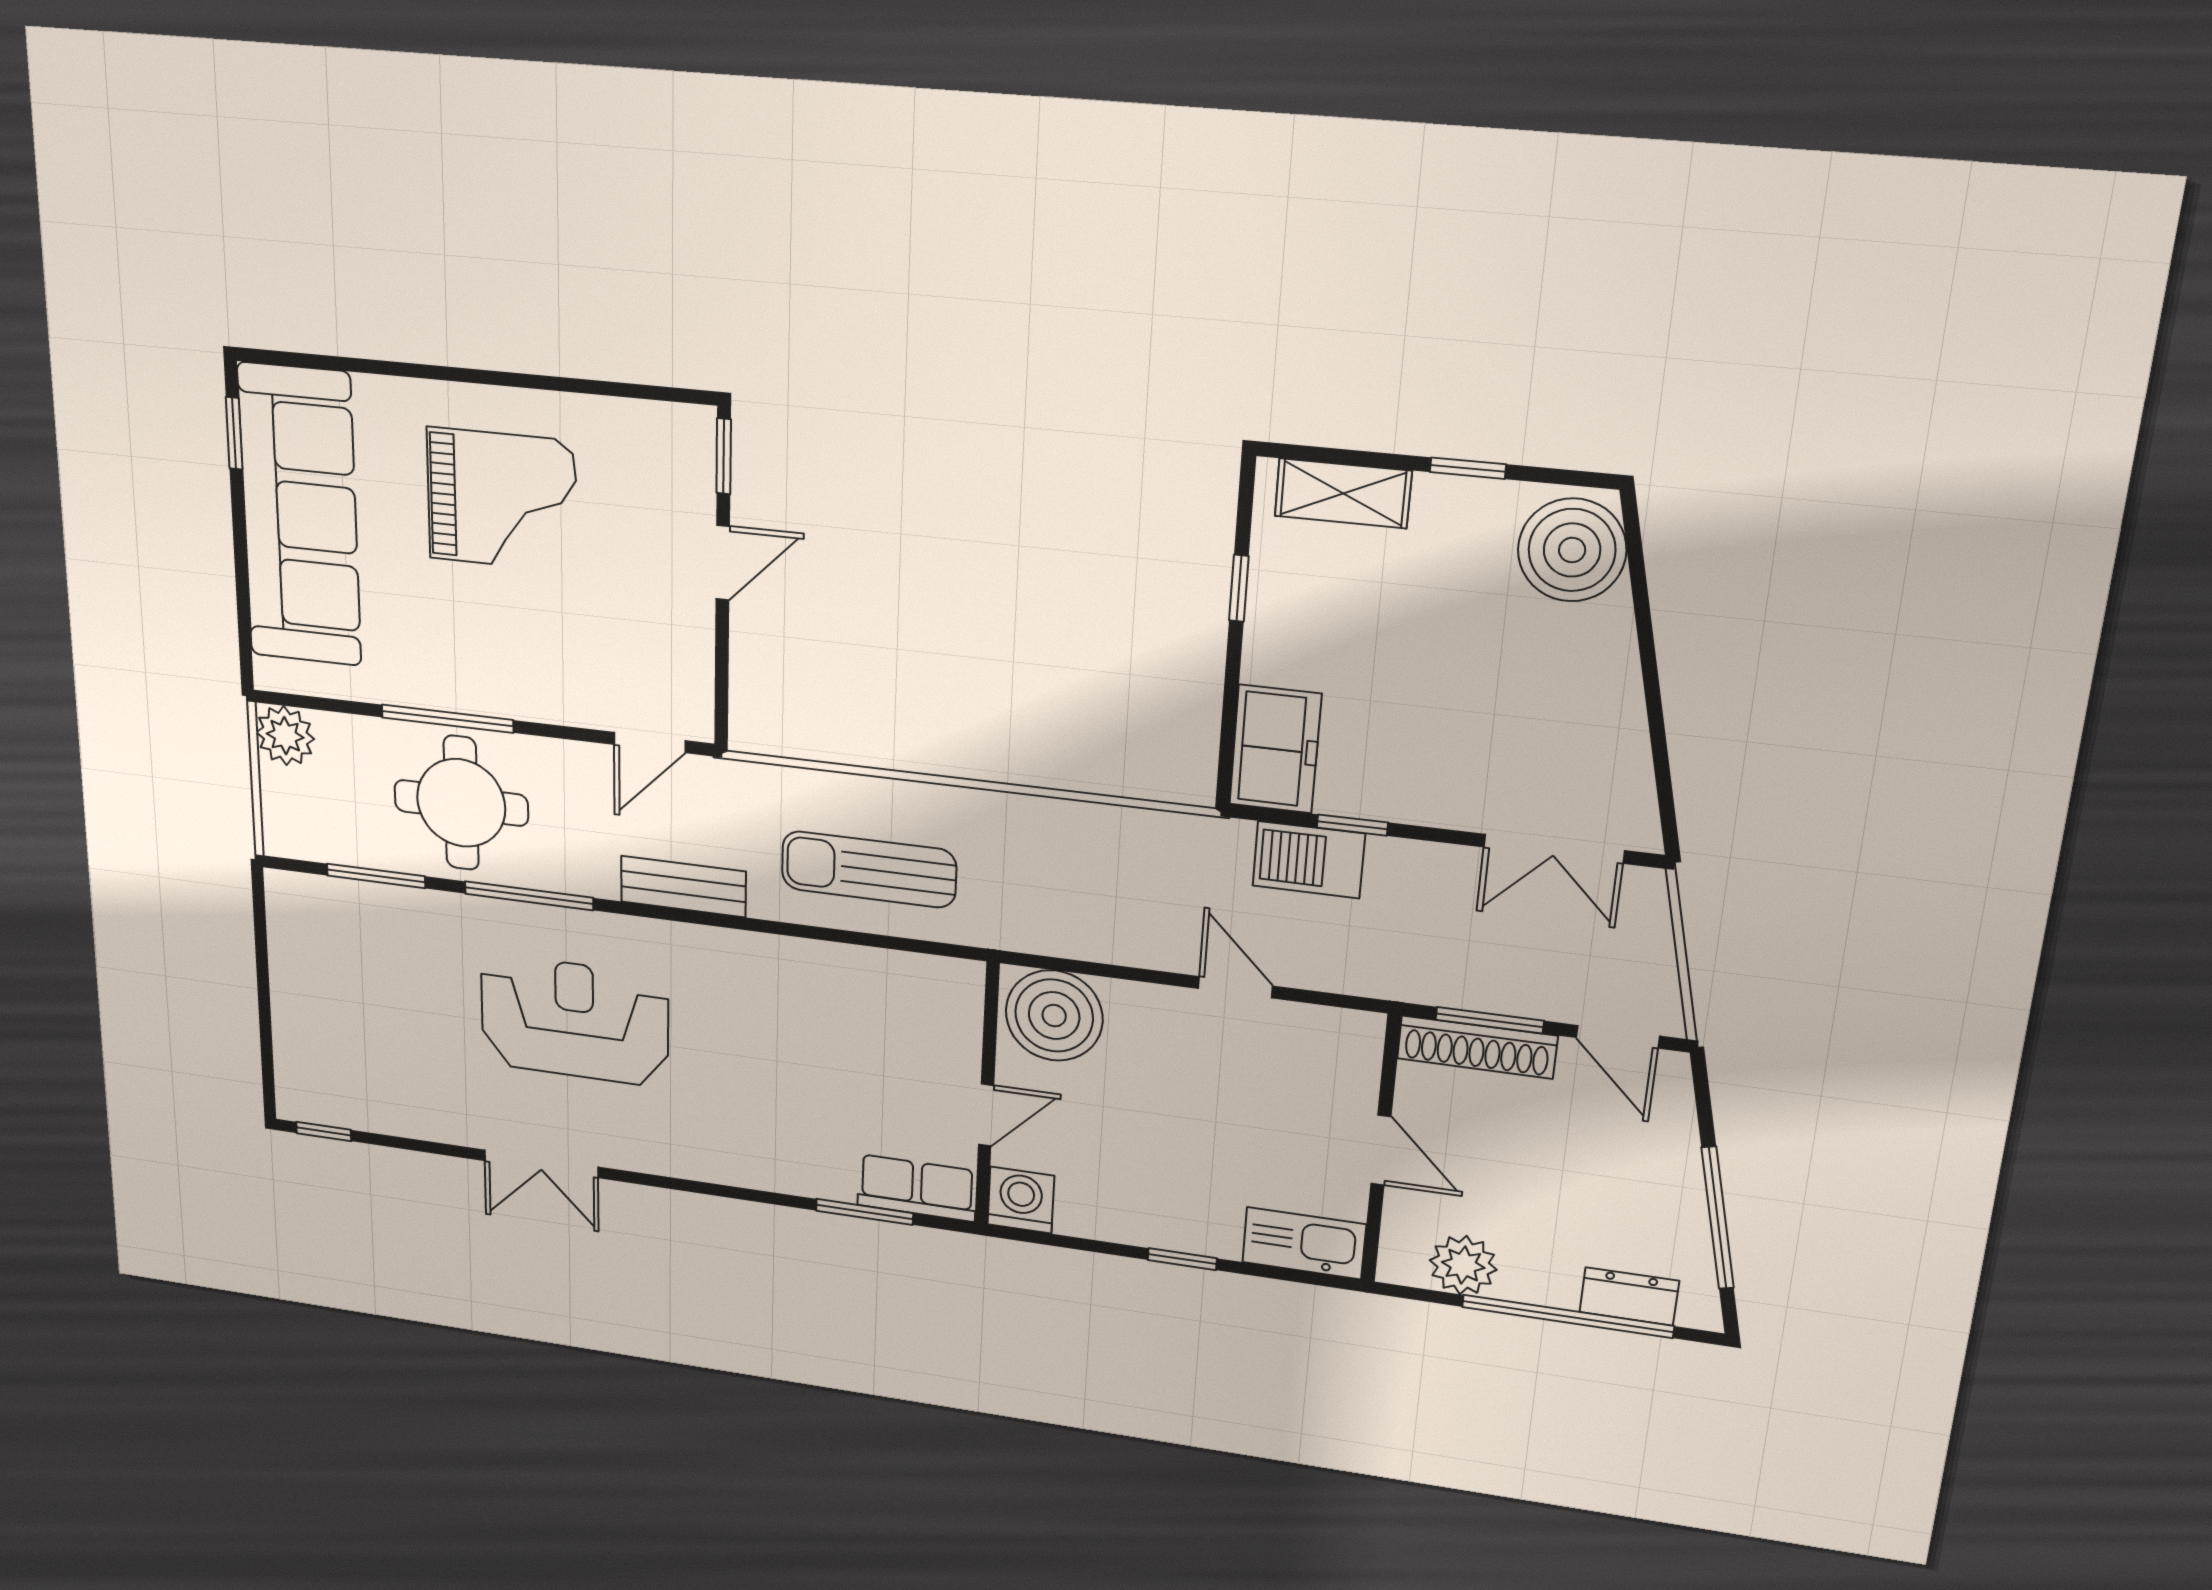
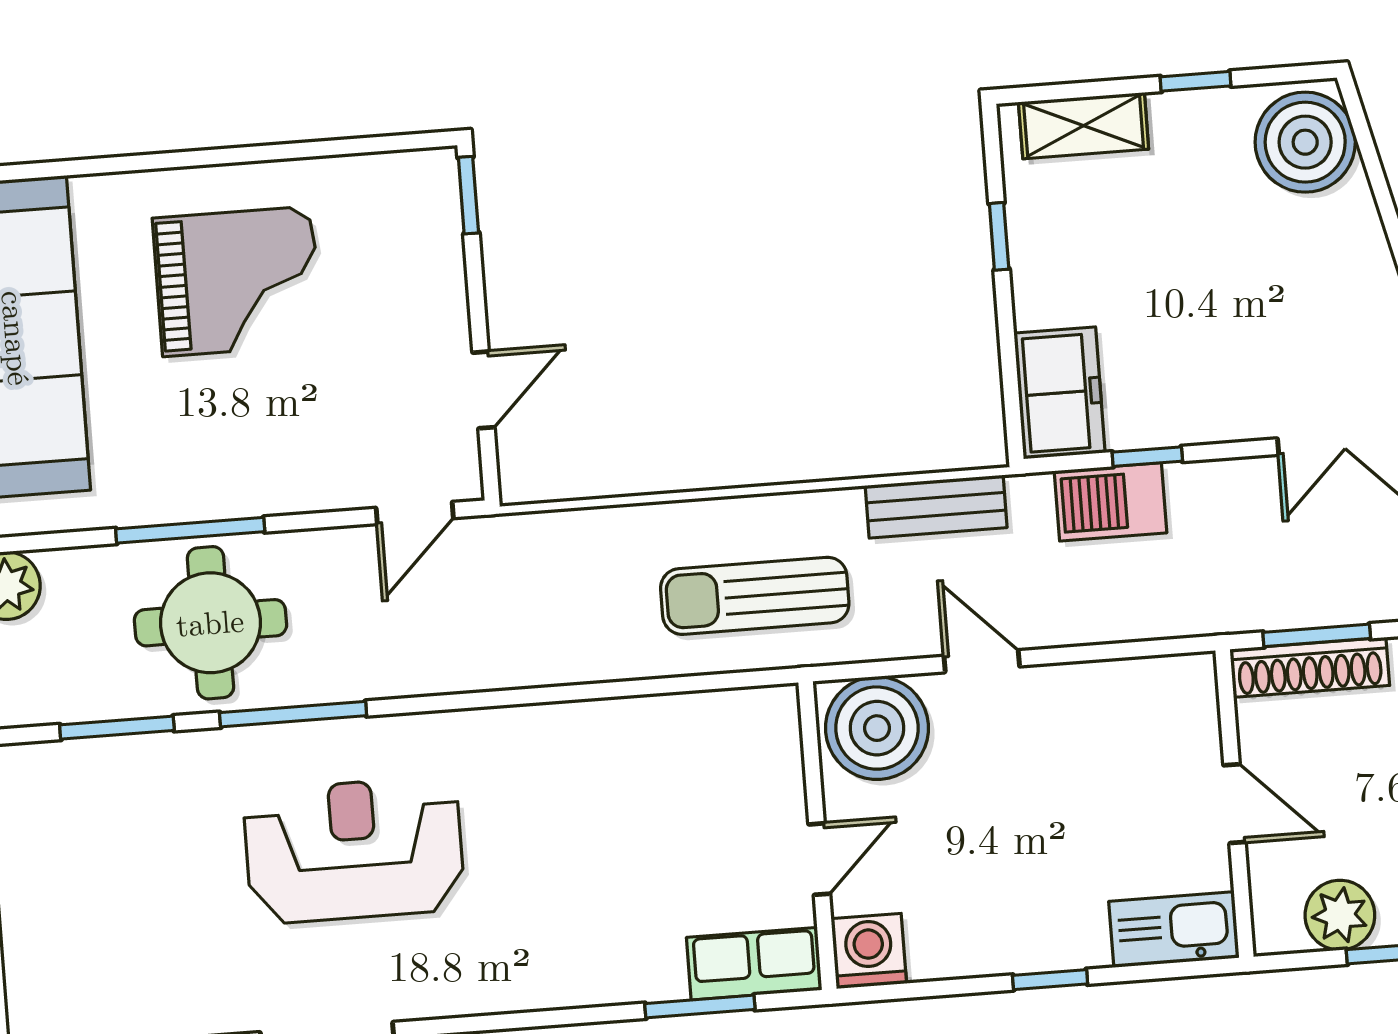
door: (723, 563) -> (483, 390), moved
sun lounger: (869, 869) -> (755, 596), moved
bench: (683, 887) -> (936, 507), moved
door: (1235, 987) -> (982, 661), moved

